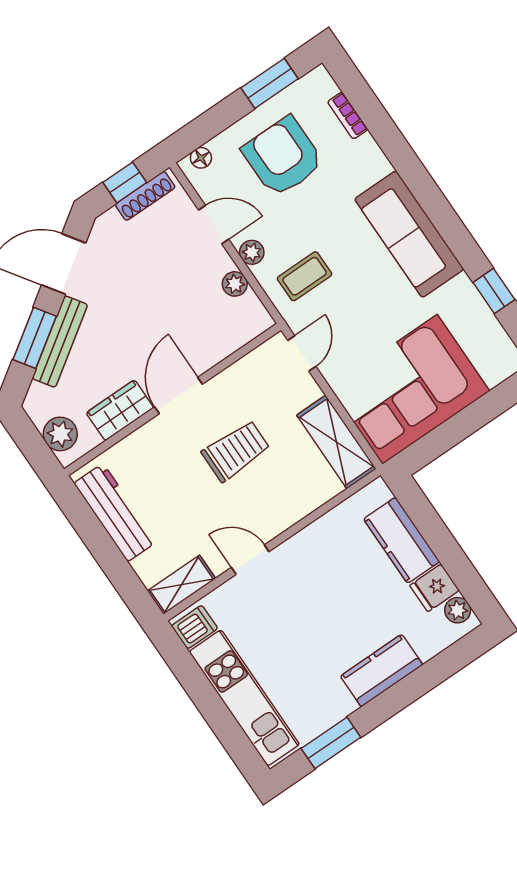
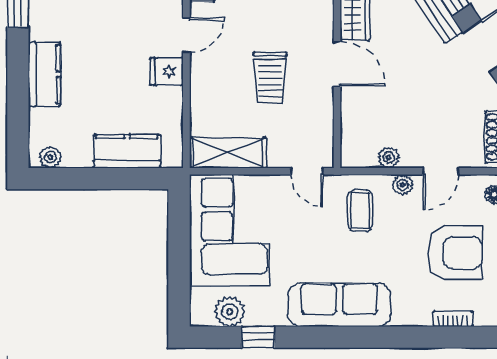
plant: (488, 335) -> (230, 312), added
fridge: (434, 588) -> (167, 71), moved, turned -90

